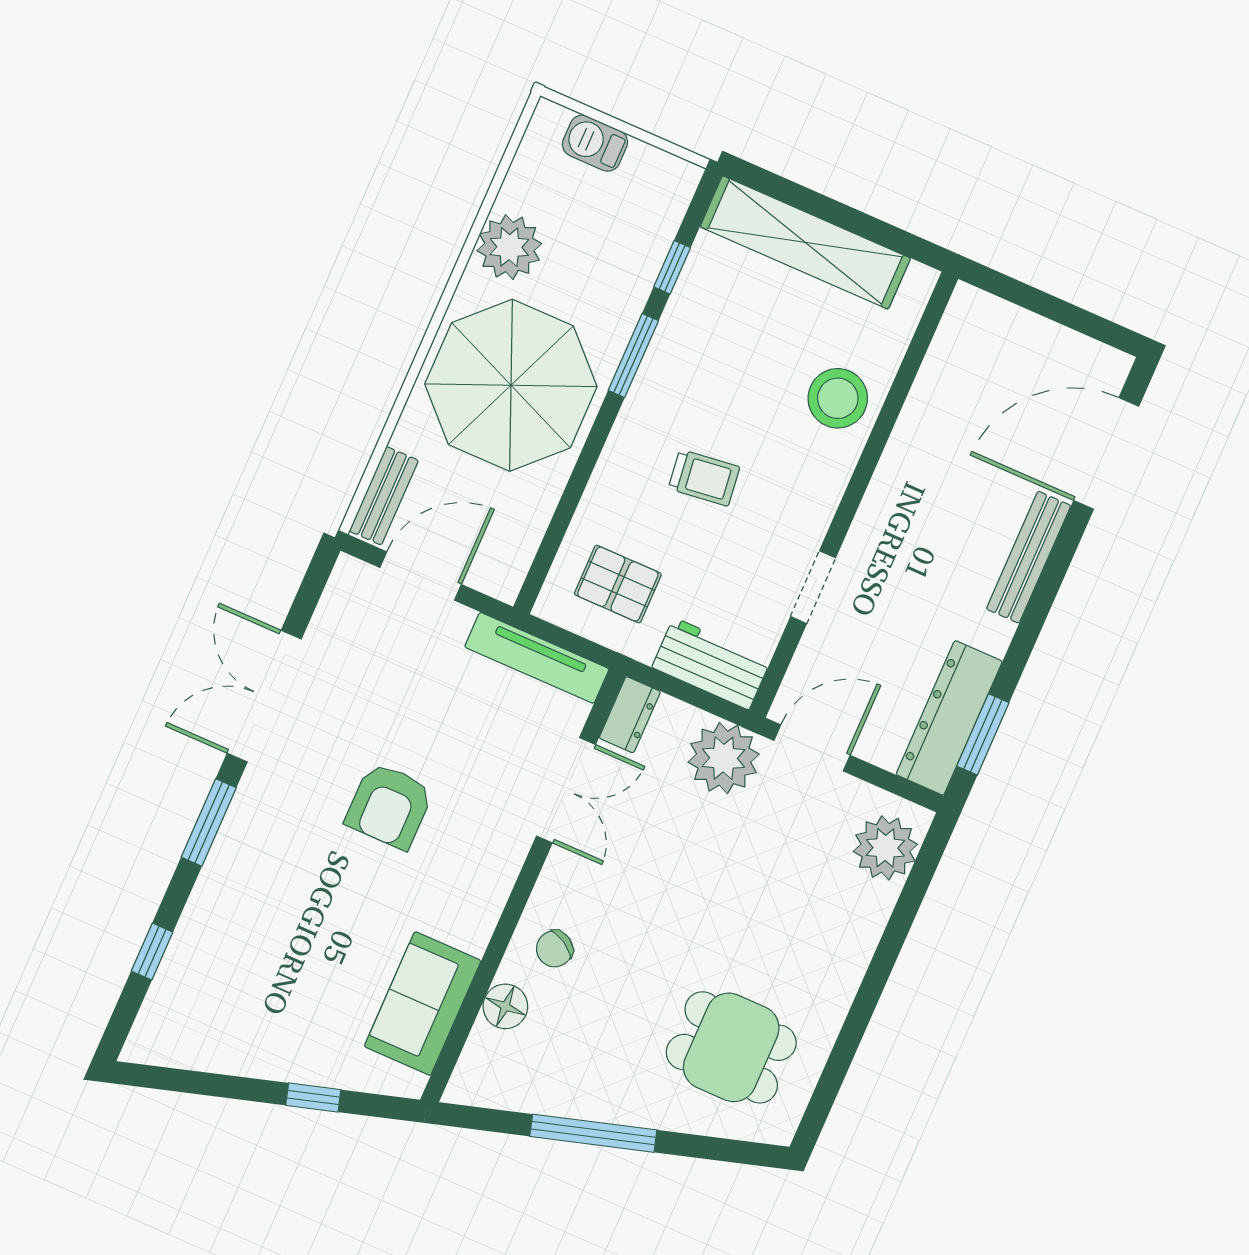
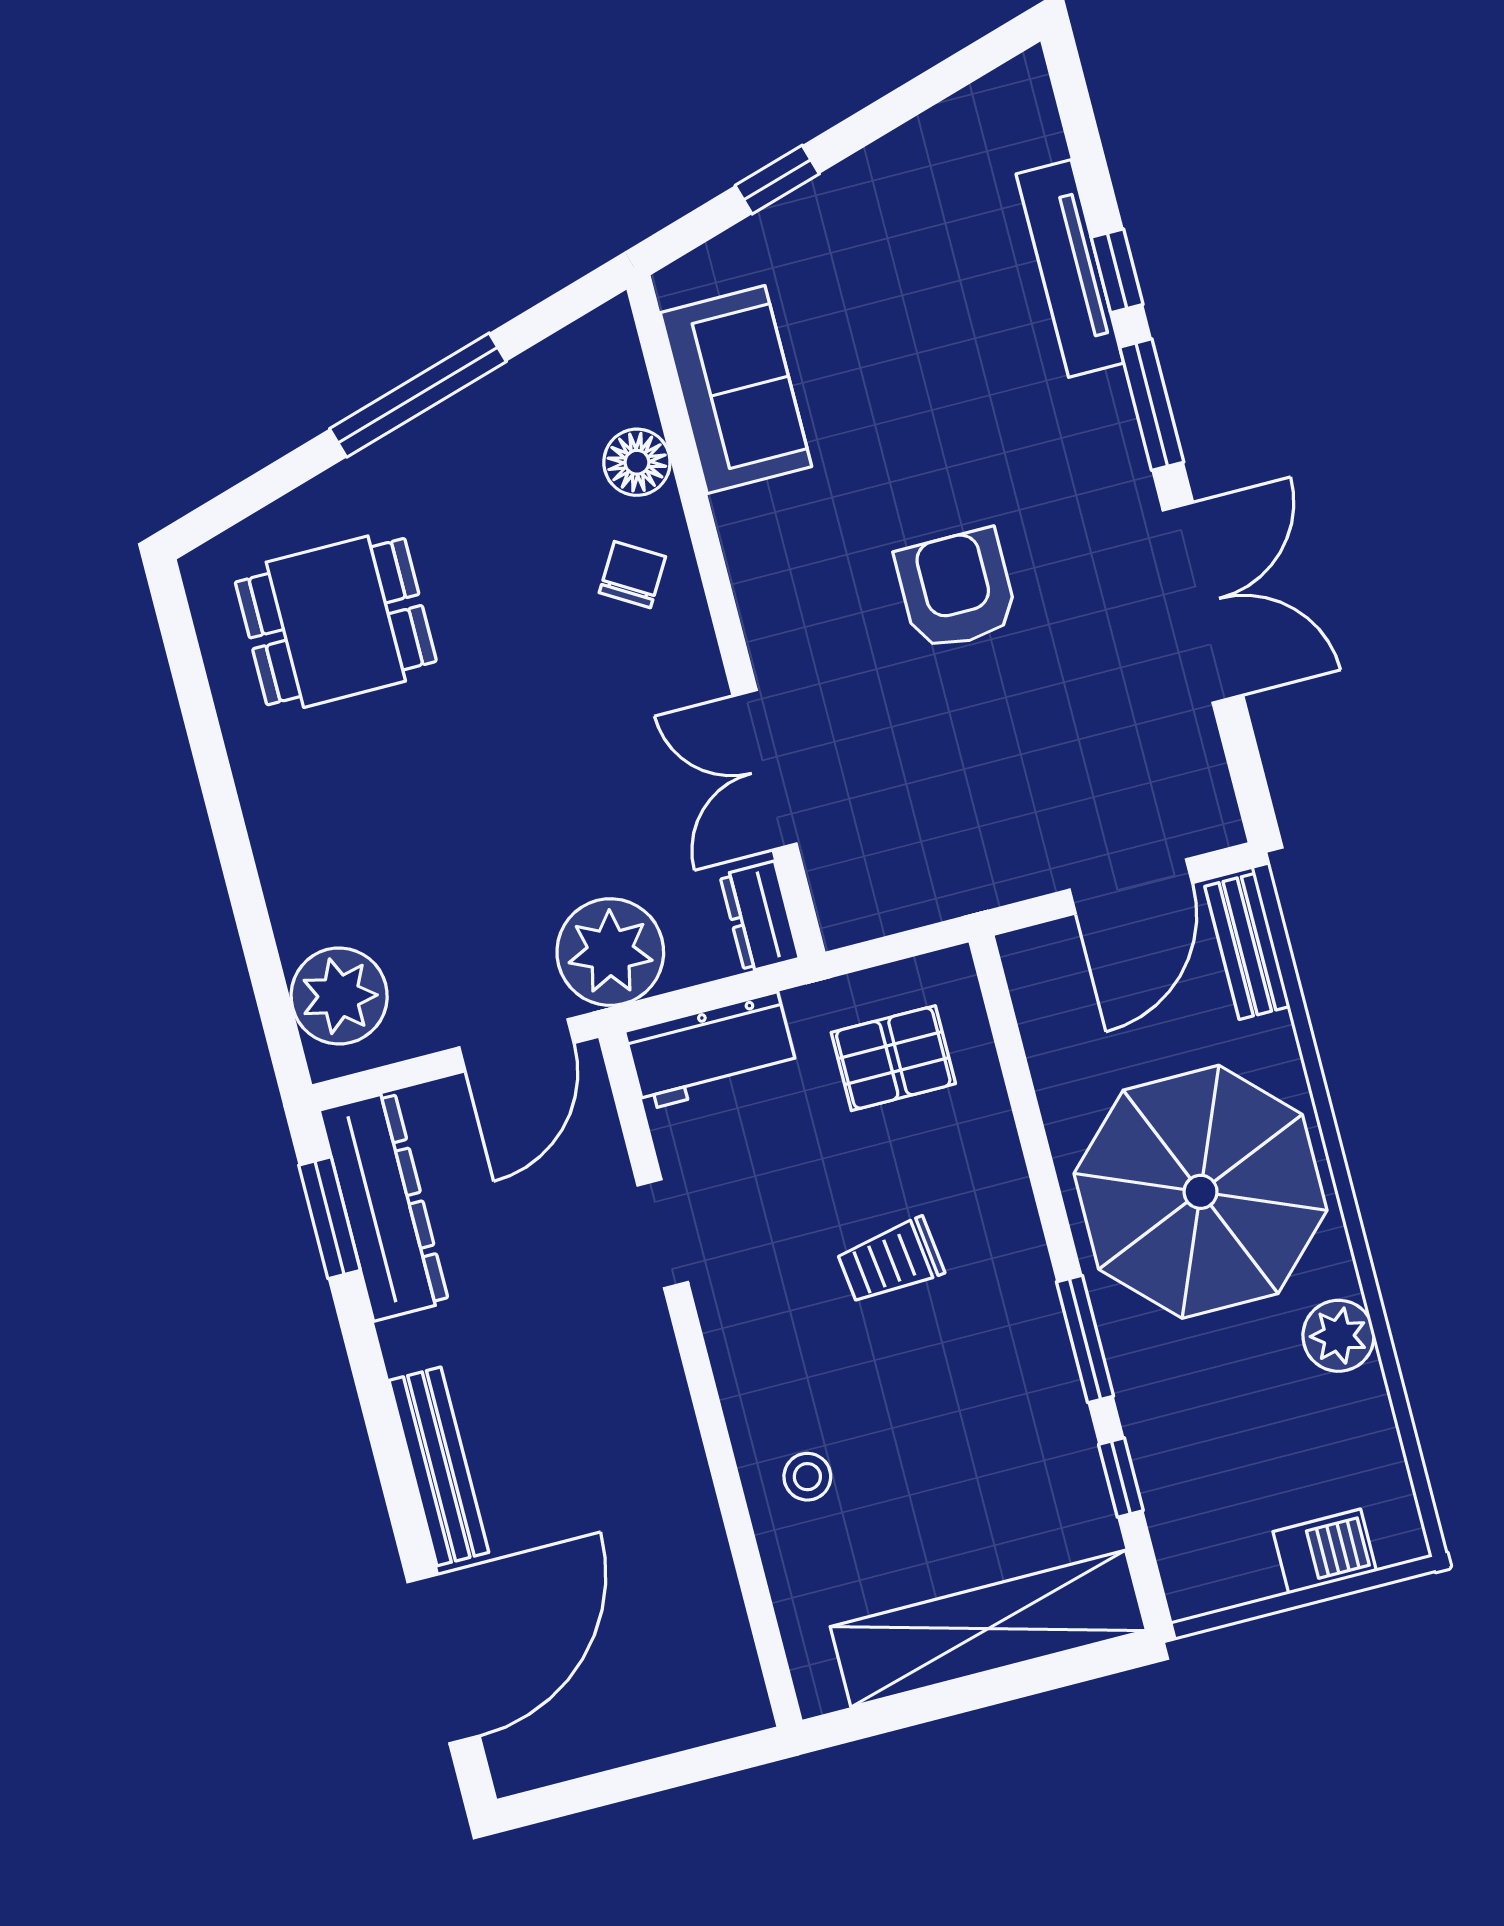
plant: (509, 247) -> (1338, 1336), width x0.73, depth x0.73
stool: (838, 398) -> (807, 1477), width x0.53, depth x0.53
tv unit: (537, 658) -> (1070, 269), moved, turned -90
window: (152, 952) -> (1117, 271), moved

